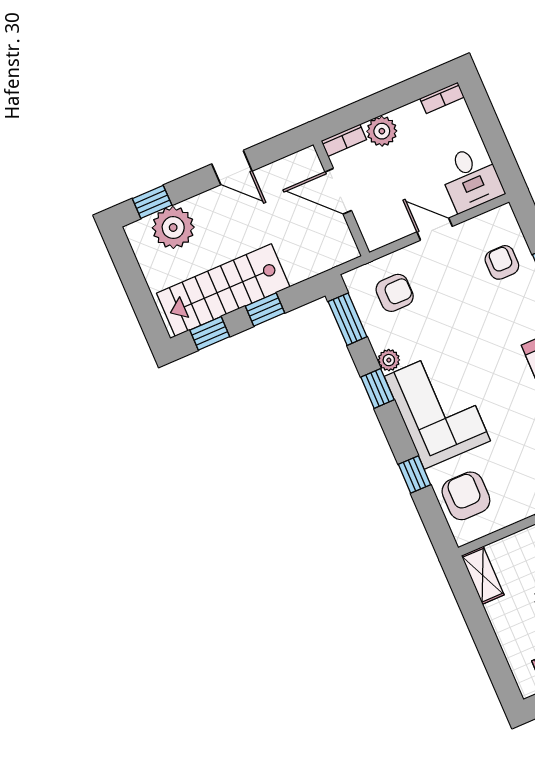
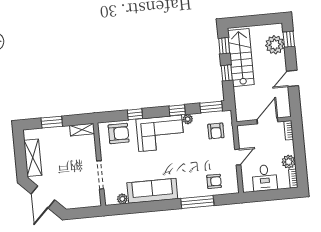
plant: (382, 131) -> (289, 162), moved
desk: (471, 178) -> (265, 178), moved, turned -90
window: (488, 644) -> (52, 122), added

